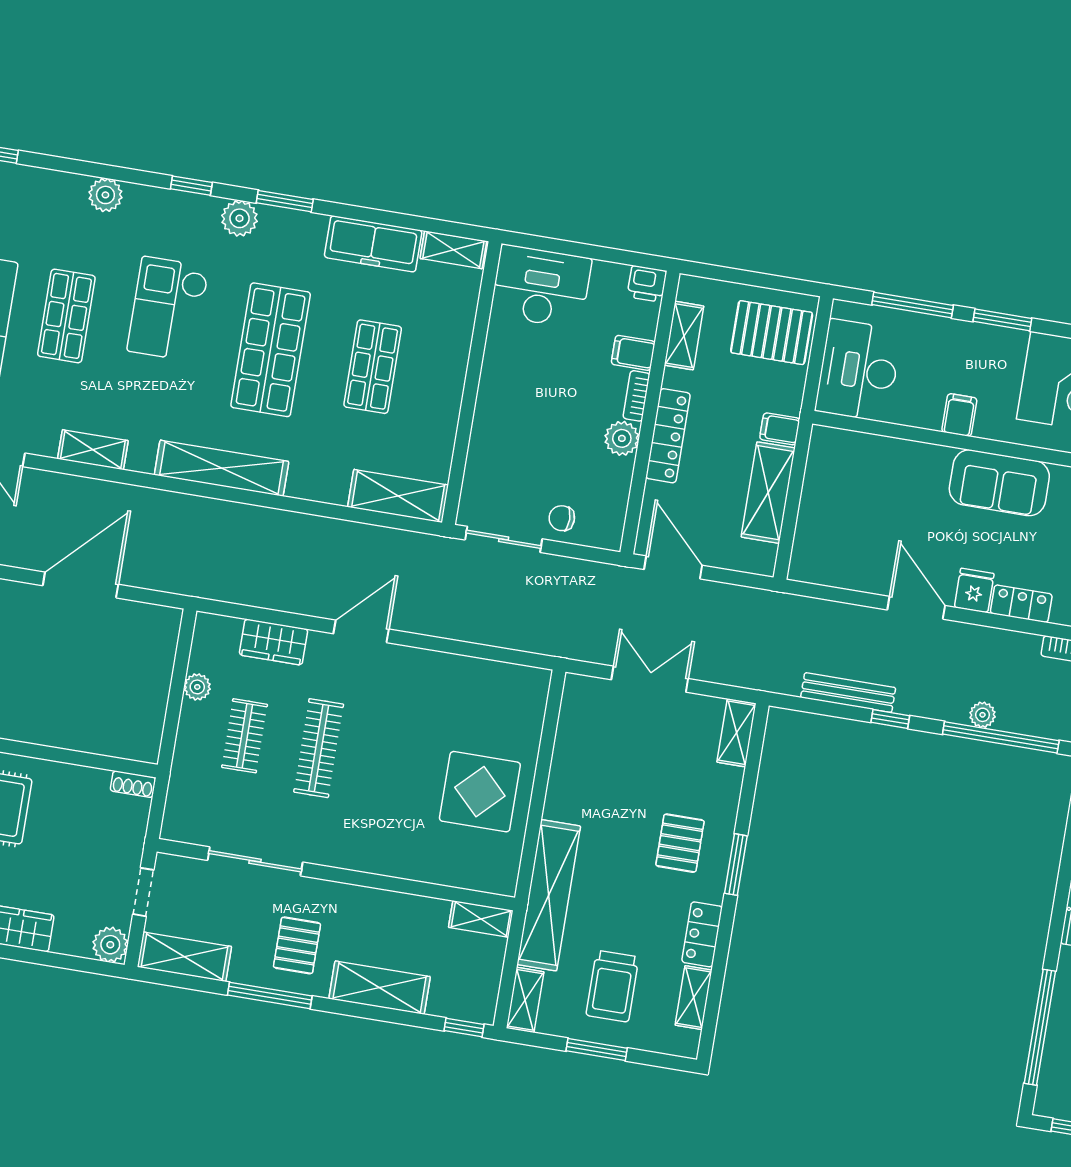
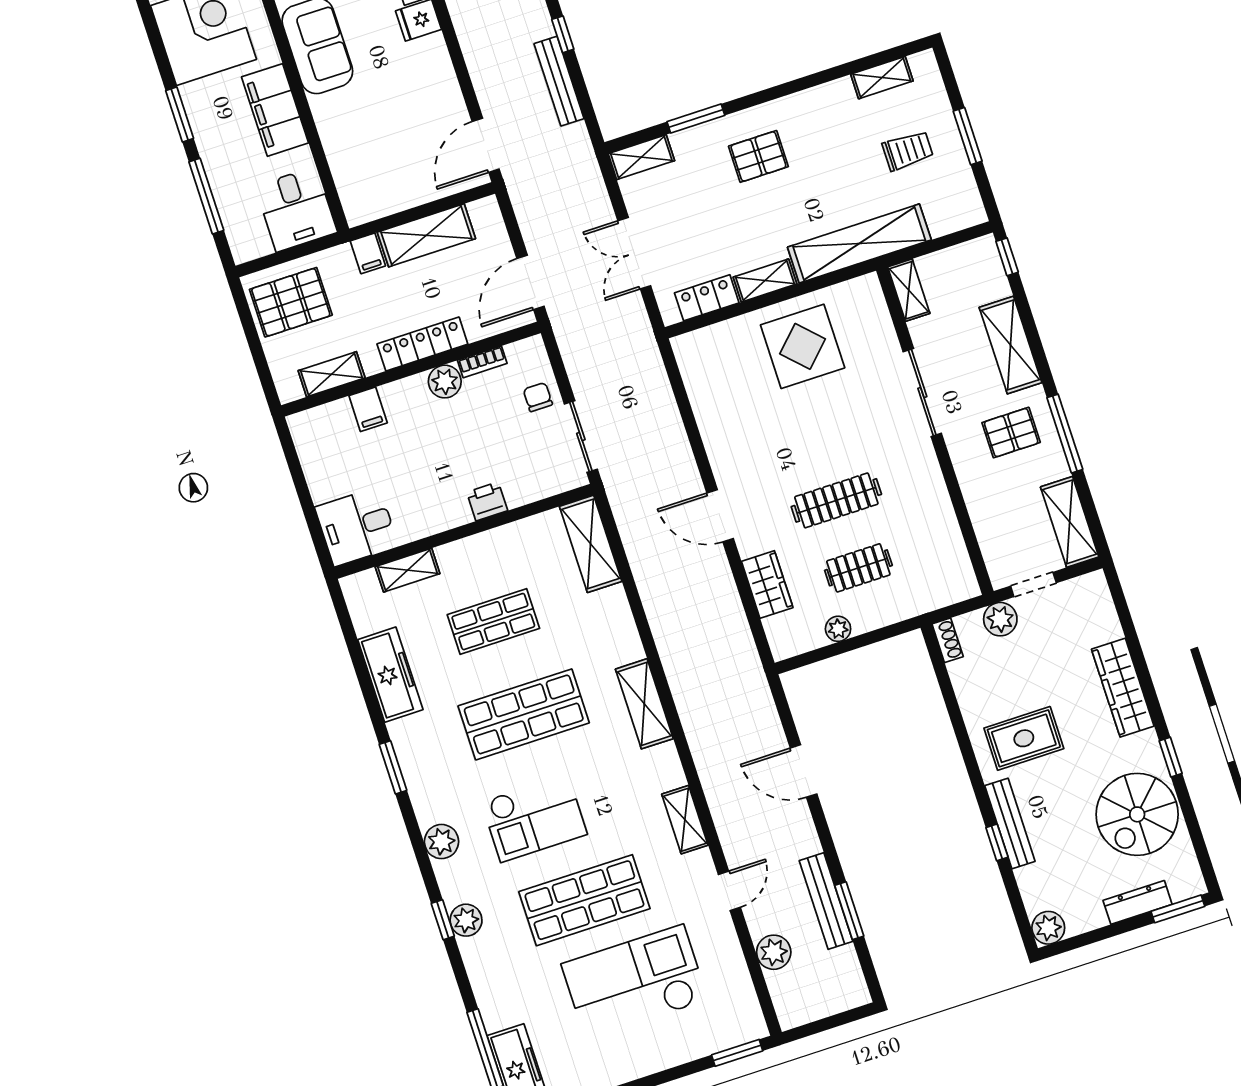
window: (191, 186) -> (443, 920), moved
plant: (239, 218) -> (441, 842), moved
shelving: (453, 250) -> (408, 570), moved, turned 90
printer: (647, 284) -> (487, 501), moved, turned -90
desk: (541, 287) -> (357, 527), width x0.73
shop shelf: (66, 316) -> (584, 900), width x1.43, depth x1.36
pallet: (772, 333) -> (291, 302), turned 90
desk: (858, 370) -> (296, 209), width x0.73
bookcase: (636, 396) -> (482, 362), moved
filing cabinet: (959, 415) -> (275, 110), width x3.00, depth x1.17
shelving: (222, 468) -> (644, 704), width x0.68
chair: (562, 518) -> (538, 397), turned 180
door: (81, 585) -> (804, 771), width x0.73
door: (916, 608) -> (486, 145), moved
sliding door: (255, 861) -> (922, 393), moved
window: (736, 865) -> (696, 119), moved
locker: (702, 934) -> (707, 298), moved, turned 180
plant: (110, 945) -> (1000, 619), moved
trolley: (612, 986) -> (908, 151), width x0.73, depth x0.72
shelving: (525, 1000) -> (765, 280), moved

